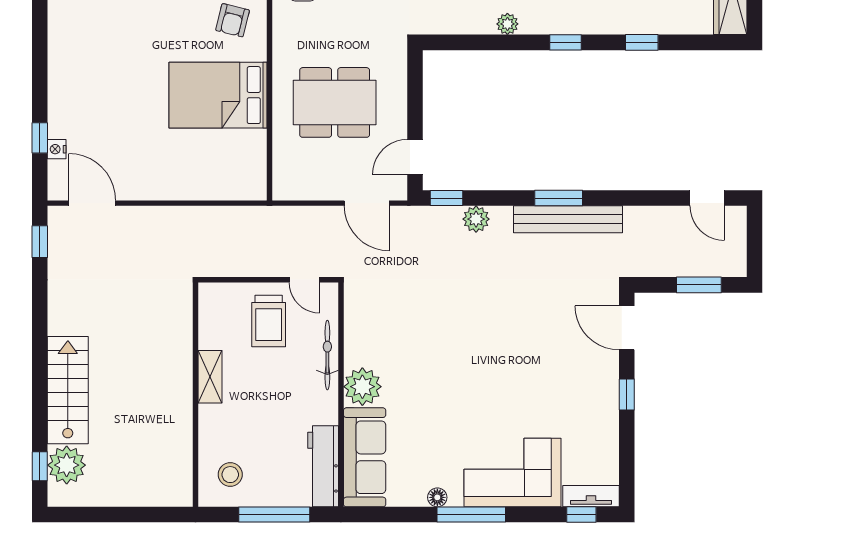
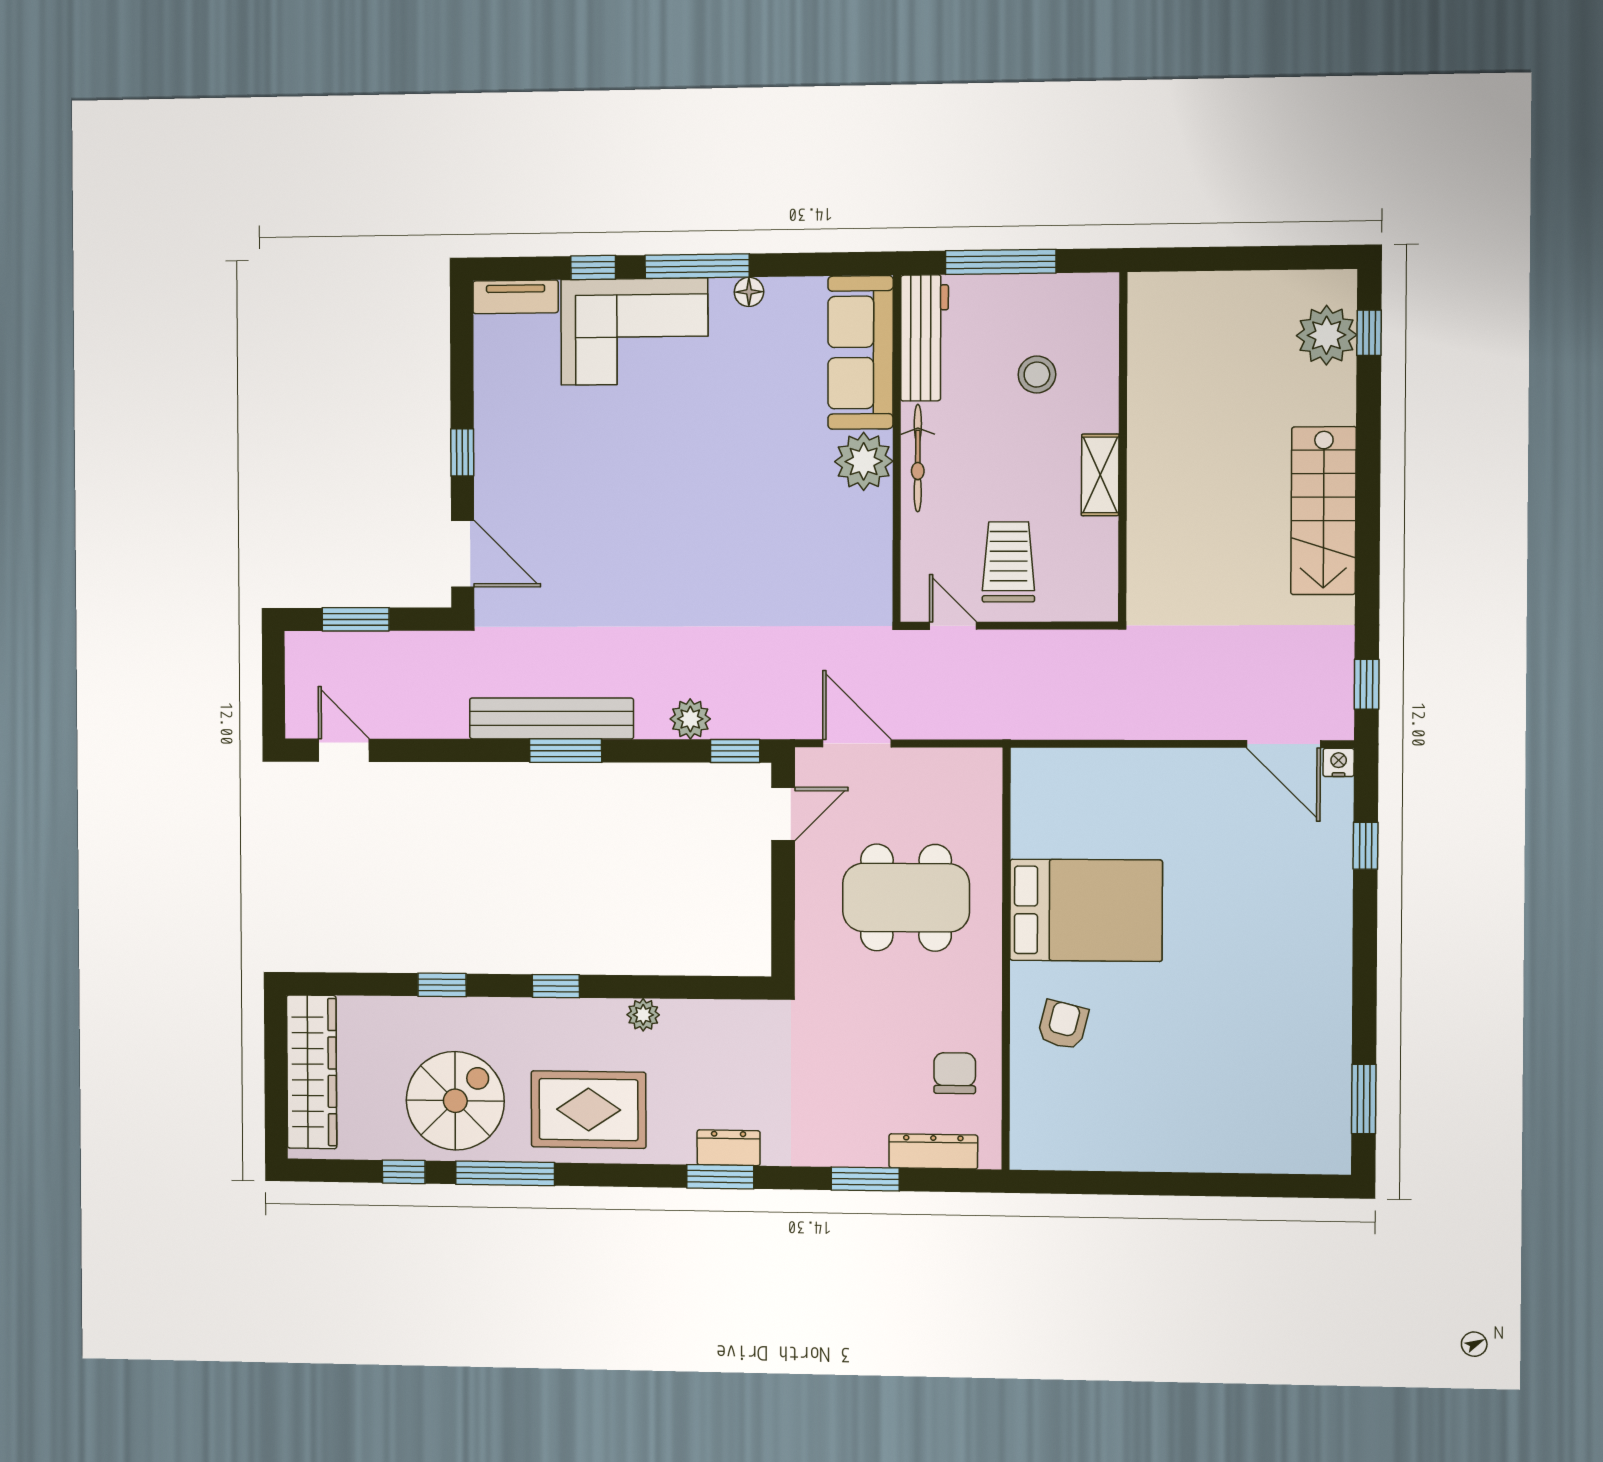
nightstand: (57, 149) -> (1339, 762), moved, turned -90
bicycle: (327, 355) -> (918, 458), moved
stairs: (68, 390) -> (1324, 511), moved
stool: (230, 475) -> (1037, 375), moved
window: (581, 515) -> (593, 268), moved

